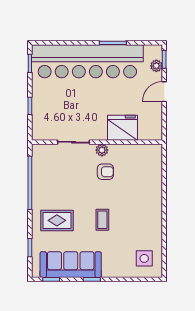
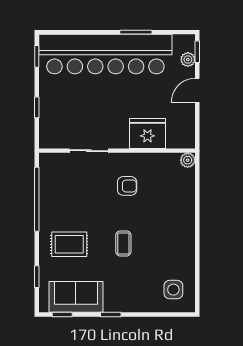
plant: (102, 150) -> (188, 160), moved
sofa: (71, 265) -> (76, 297), width x0.73

